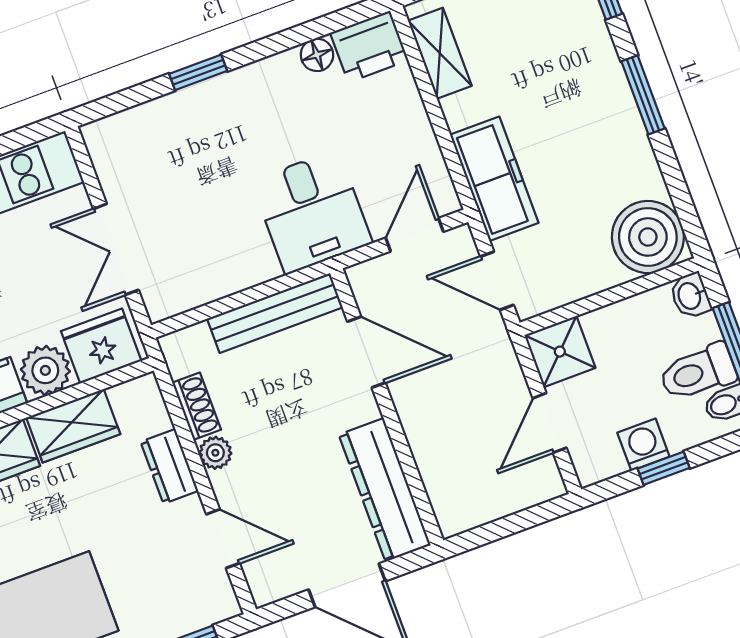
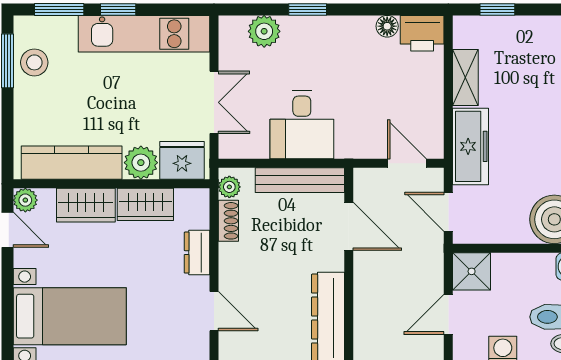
shelving: (440, 53) -> (465, 78), moved
plant: (149, 125) -> (264, 31), added
desk: (312, 212) -> (302, 125), moved
door: (415, 235) -> (407, 163), hinge flipped
double door: (116, 249) -> (214, 102), swing flipped
plant: (215, 453) -> (229, 187), moved

